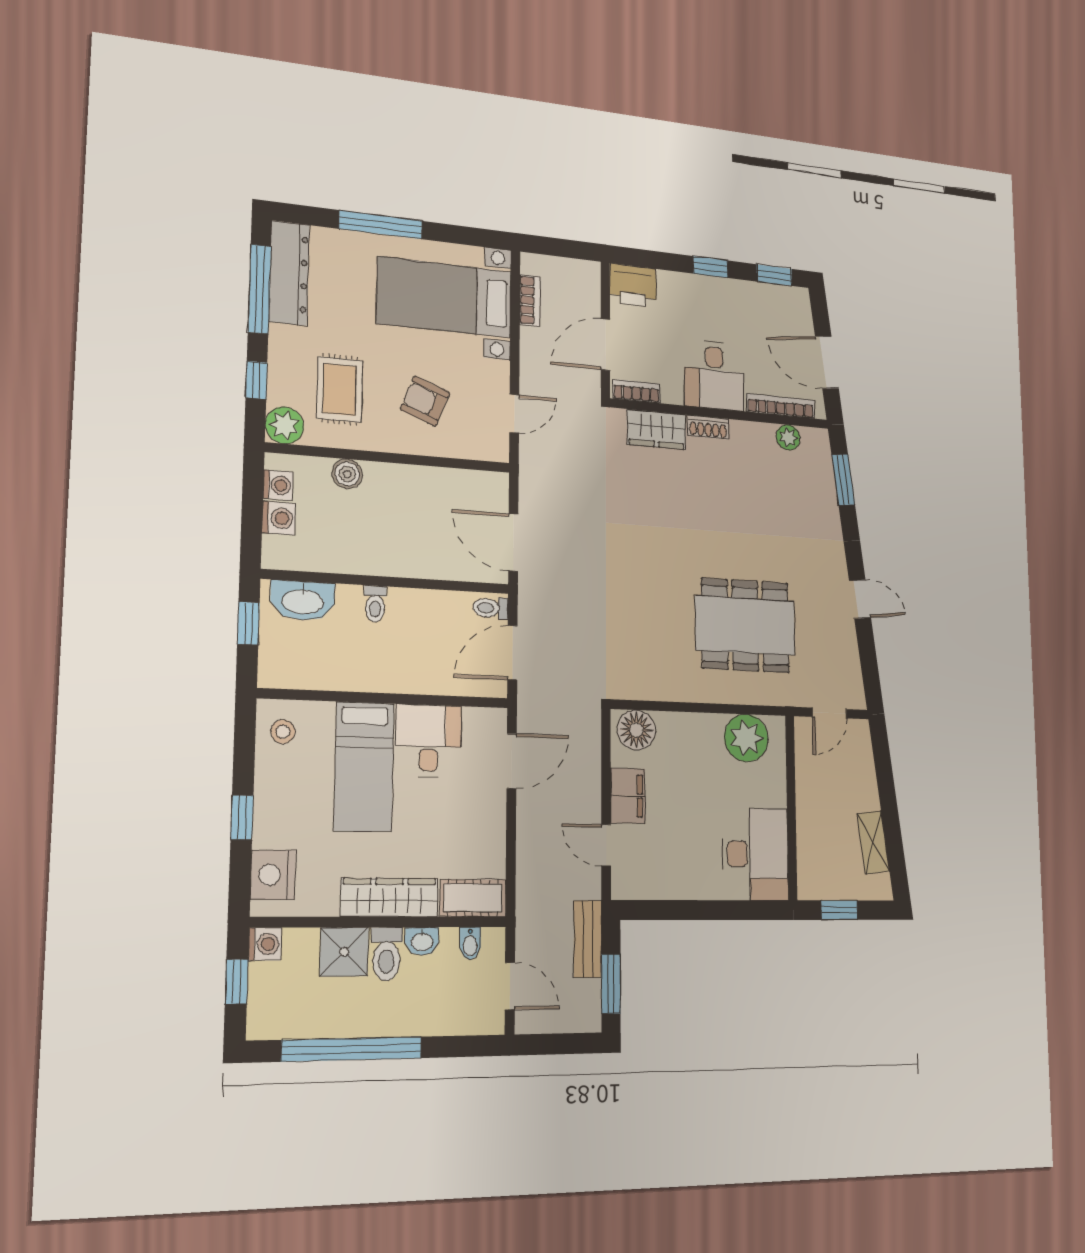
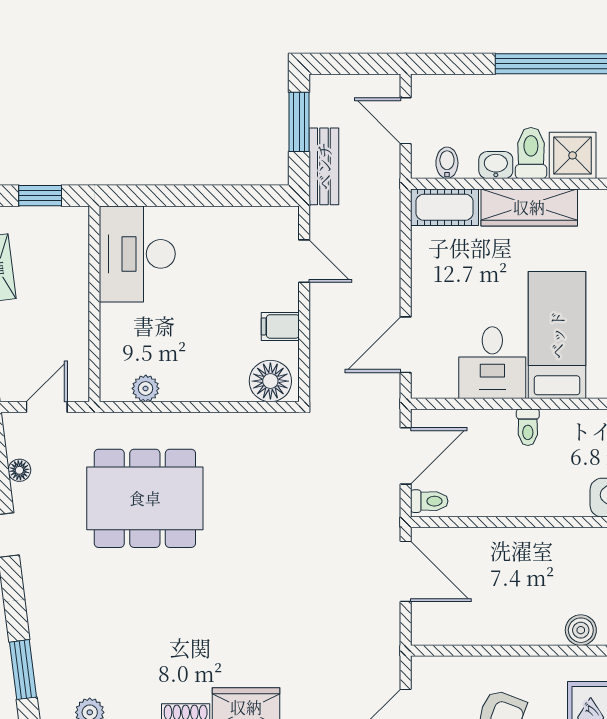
toilet: (375, 604) -> (528, 427), moved, turned 180
floor lamp: (851, 657) -> (19, 470), added
plant: (746, 738) -> (146, 388), width x0.53, depth x0.53
filing cabinet: (628, 796) -> (280, 326), width x0.50

